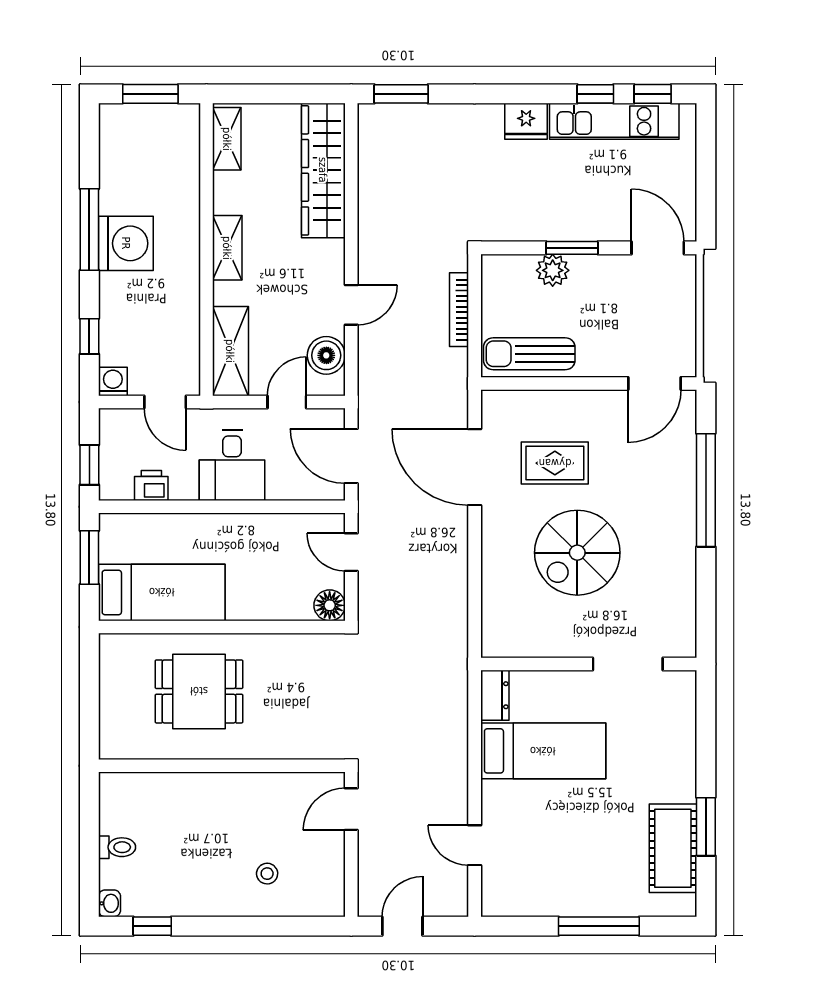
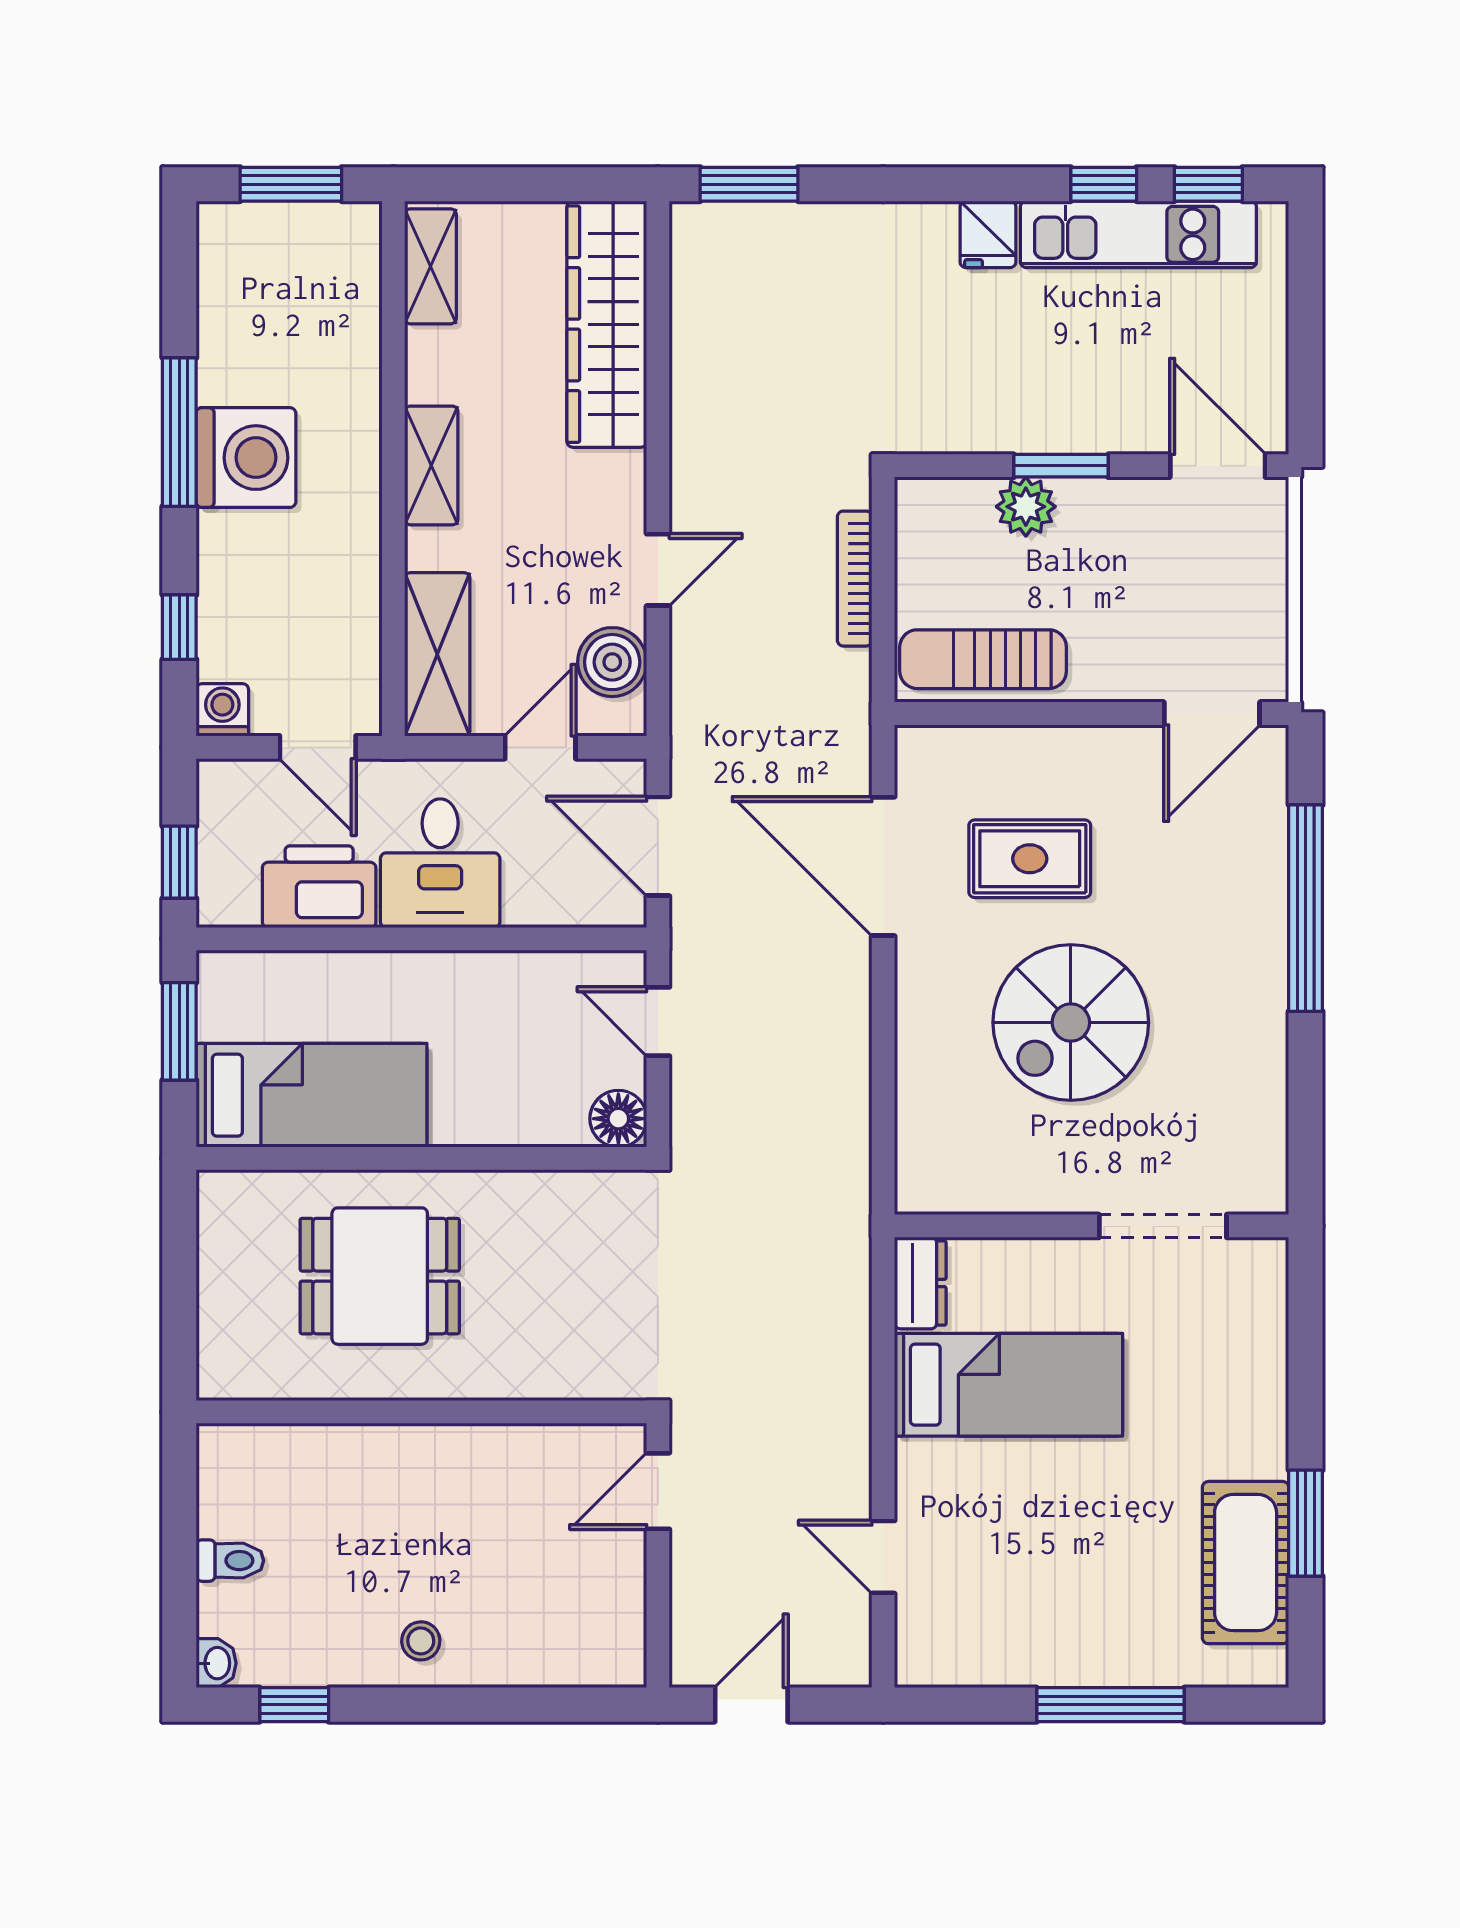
fridge: (526, 121) -> (988, 234), width x0.72
printer: (151, 486) -> (319, 887), width x1.87, depth x1.48
stool: (267, 874) -> (421, 1641), moved

